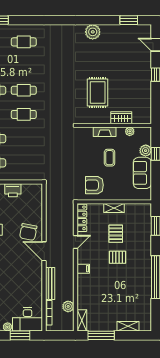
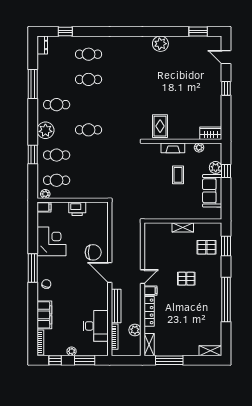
cafe table: (24, 90) -> (89, 79), moved
rug: (98, 93) -> (160, 126), moved, width x0.73, depth x0.70
wardrobe: (121, 118) -> (211, 133), moved
armchair: (94, 185) -> (162, 204), removed
locker: (82, 218) -> (149, 311), moved
chair: (28, 232) -> (93, 252), turned -101
pallet: (116, 234) -> (206, 247), moved, turned 90
door: (75, 242) -> (142, 277), moved
desk: (28, 319) -> (96, 326), moved, turned -90
shelving: (128, 326) -> (210, 351), moved

